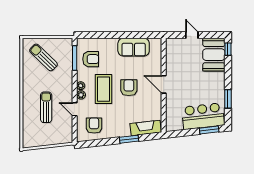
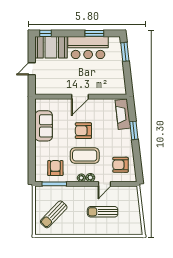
bar counter: (203, 116) -> (88, 48), moved, turned -83

